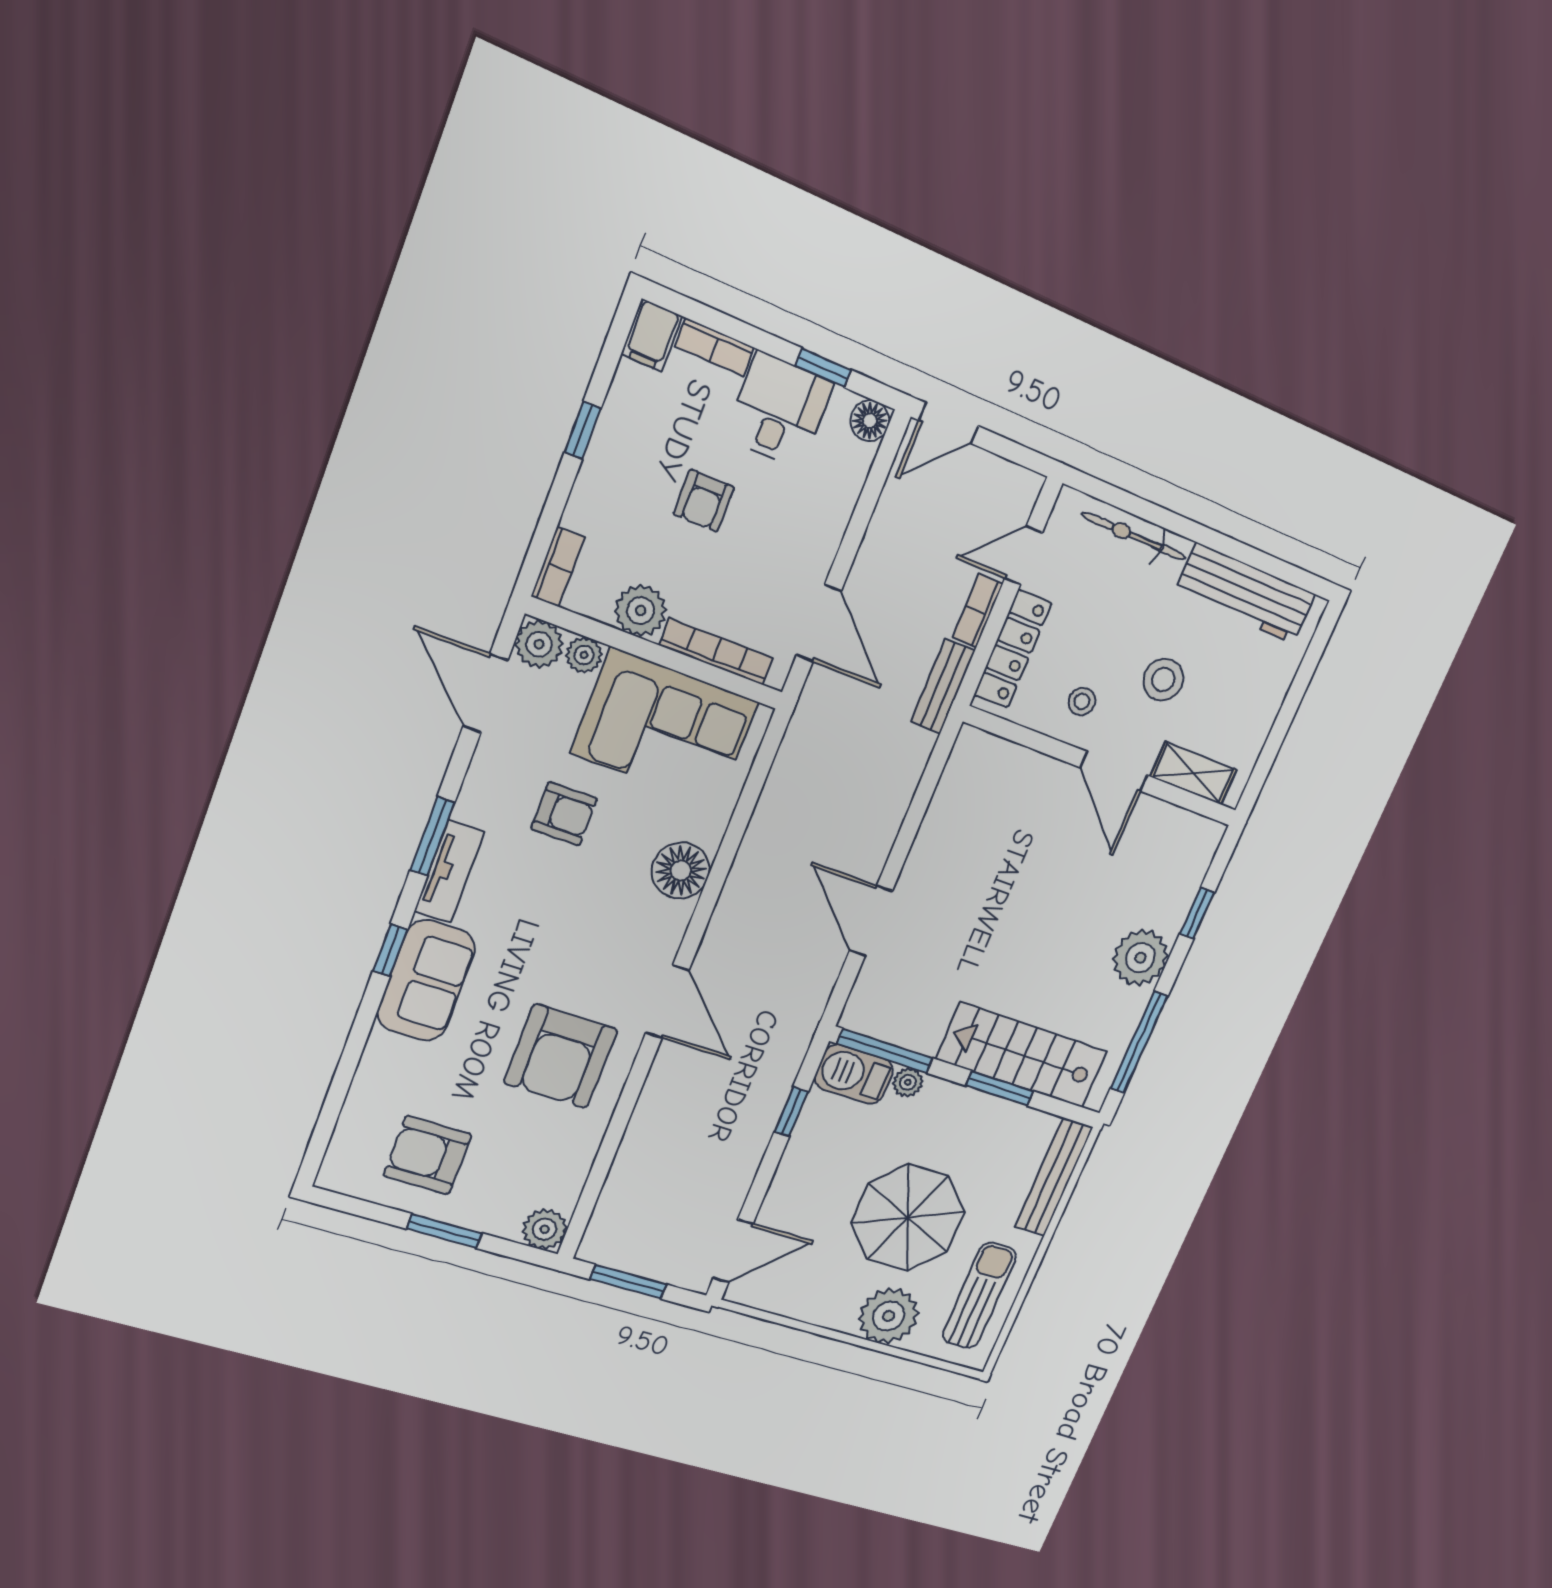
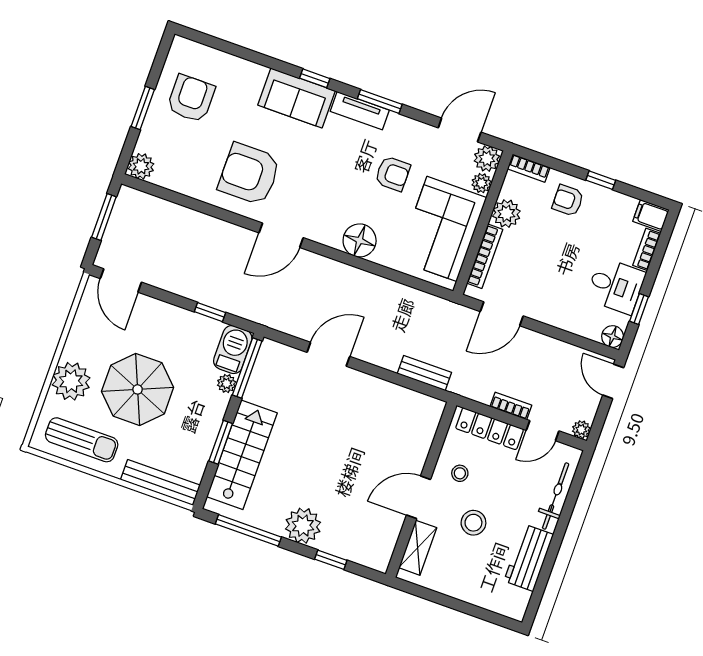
plant: (1027, 486) -> (581, 430), added
armchair: (704, 501) -> (568, 200), moved
door: (1023, 555) -> (543, 431), swing flipped
workbench: (1245, 593) -> (529, 558), width x0.73
bench: (943, 686) -> (424, 373), moved
armchair: (564, 814) -> (393, 174), turned -90

